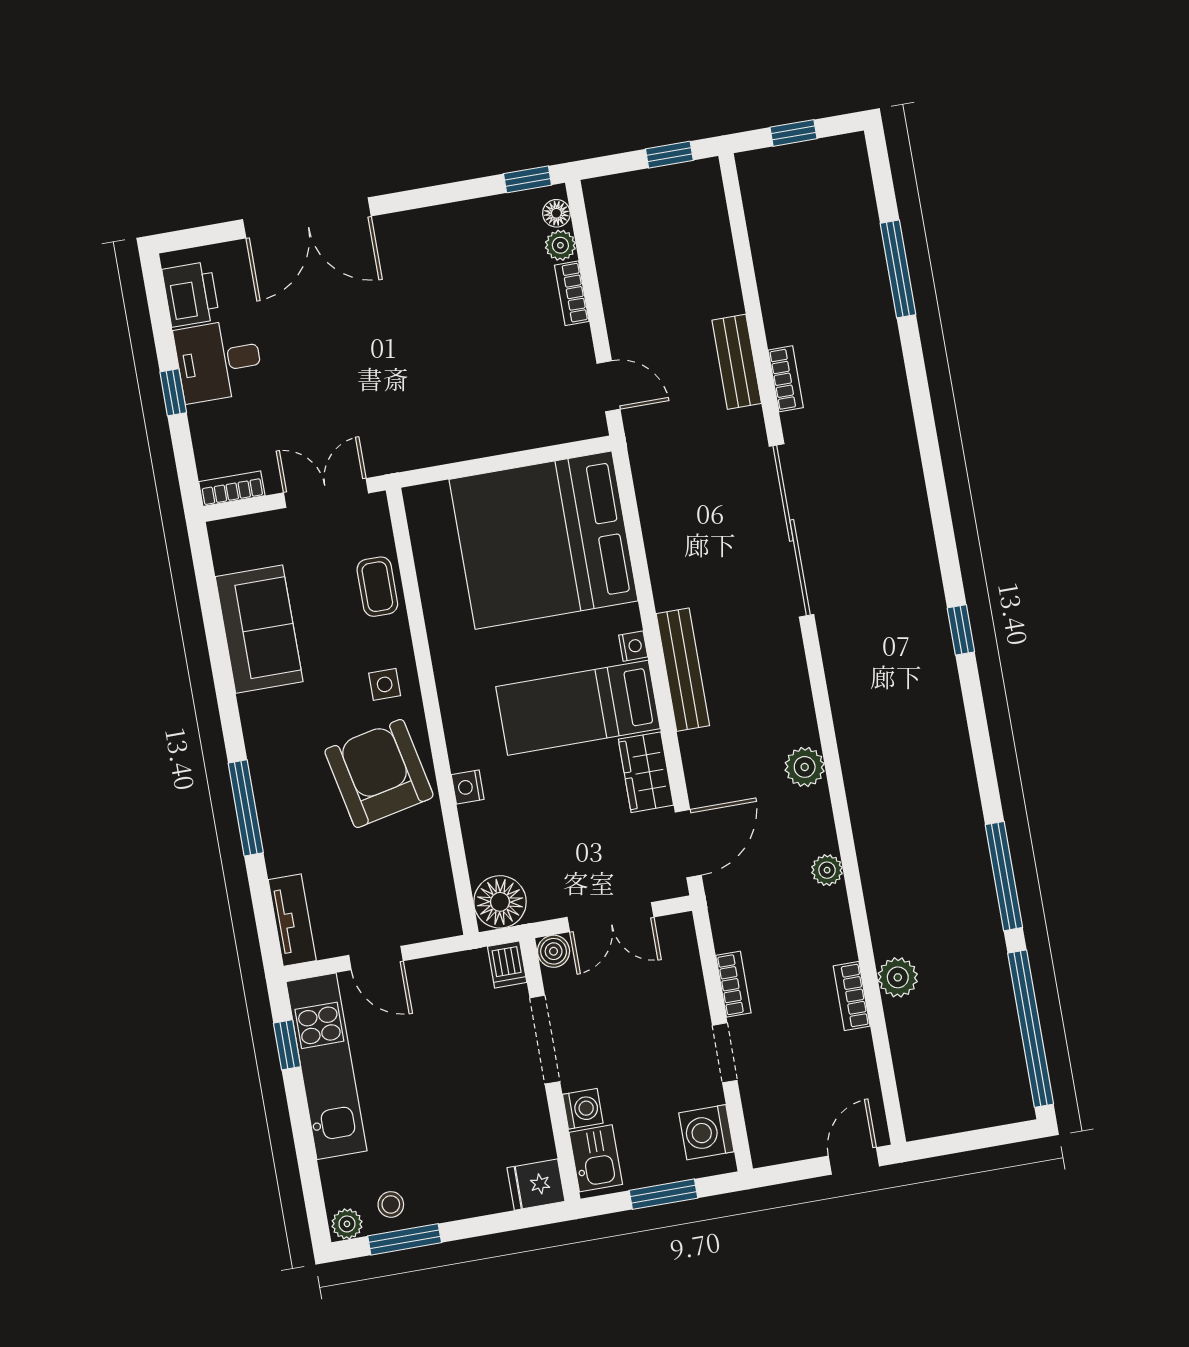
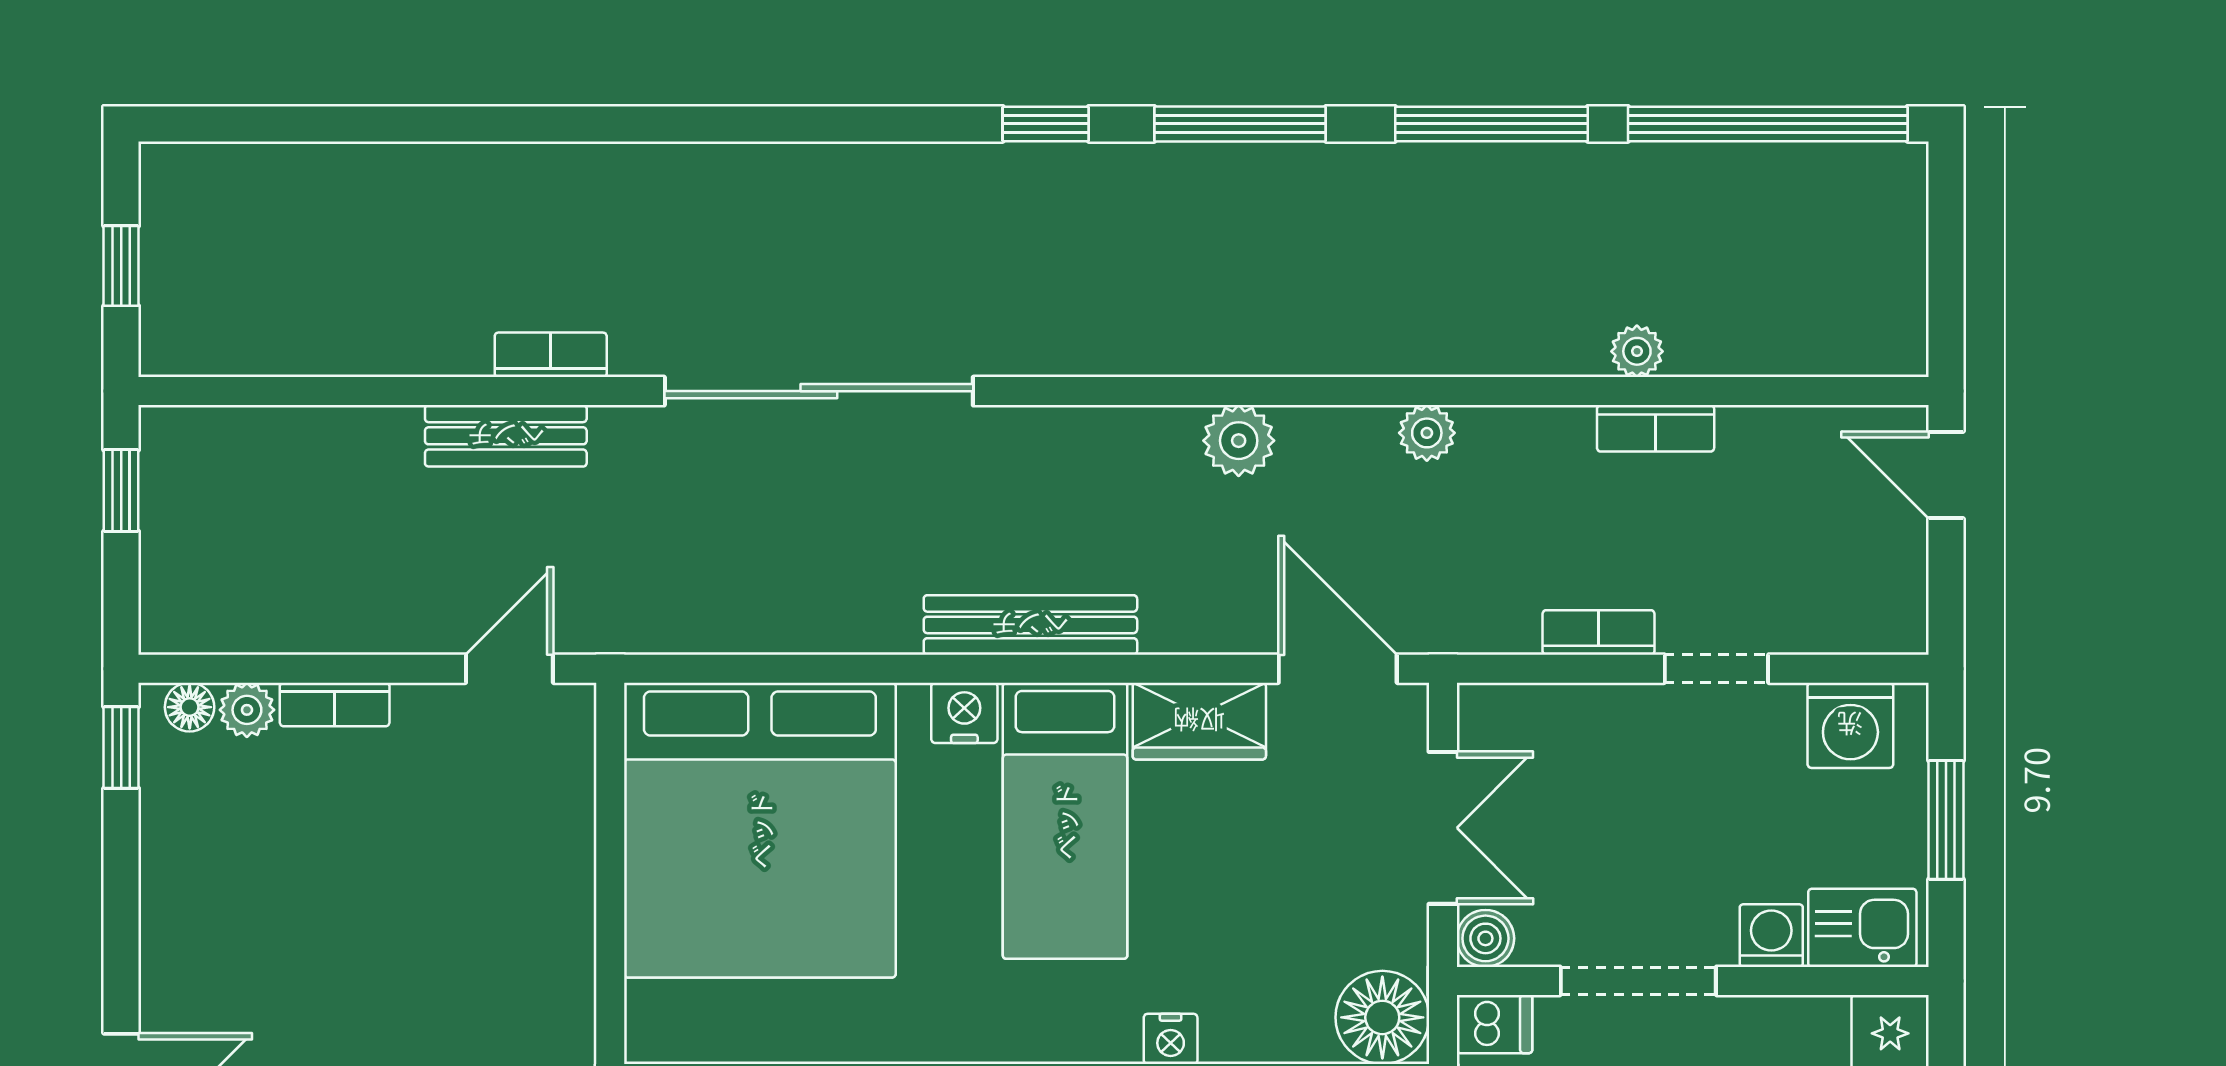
window: (898, 269) -> (1240, 124), moved
nightstand: (633, 646) -> (964, 713), width x1.39, depth x1.35
plant: (898, 977) -> (1637, 351), width x0.73, depth x0.73

